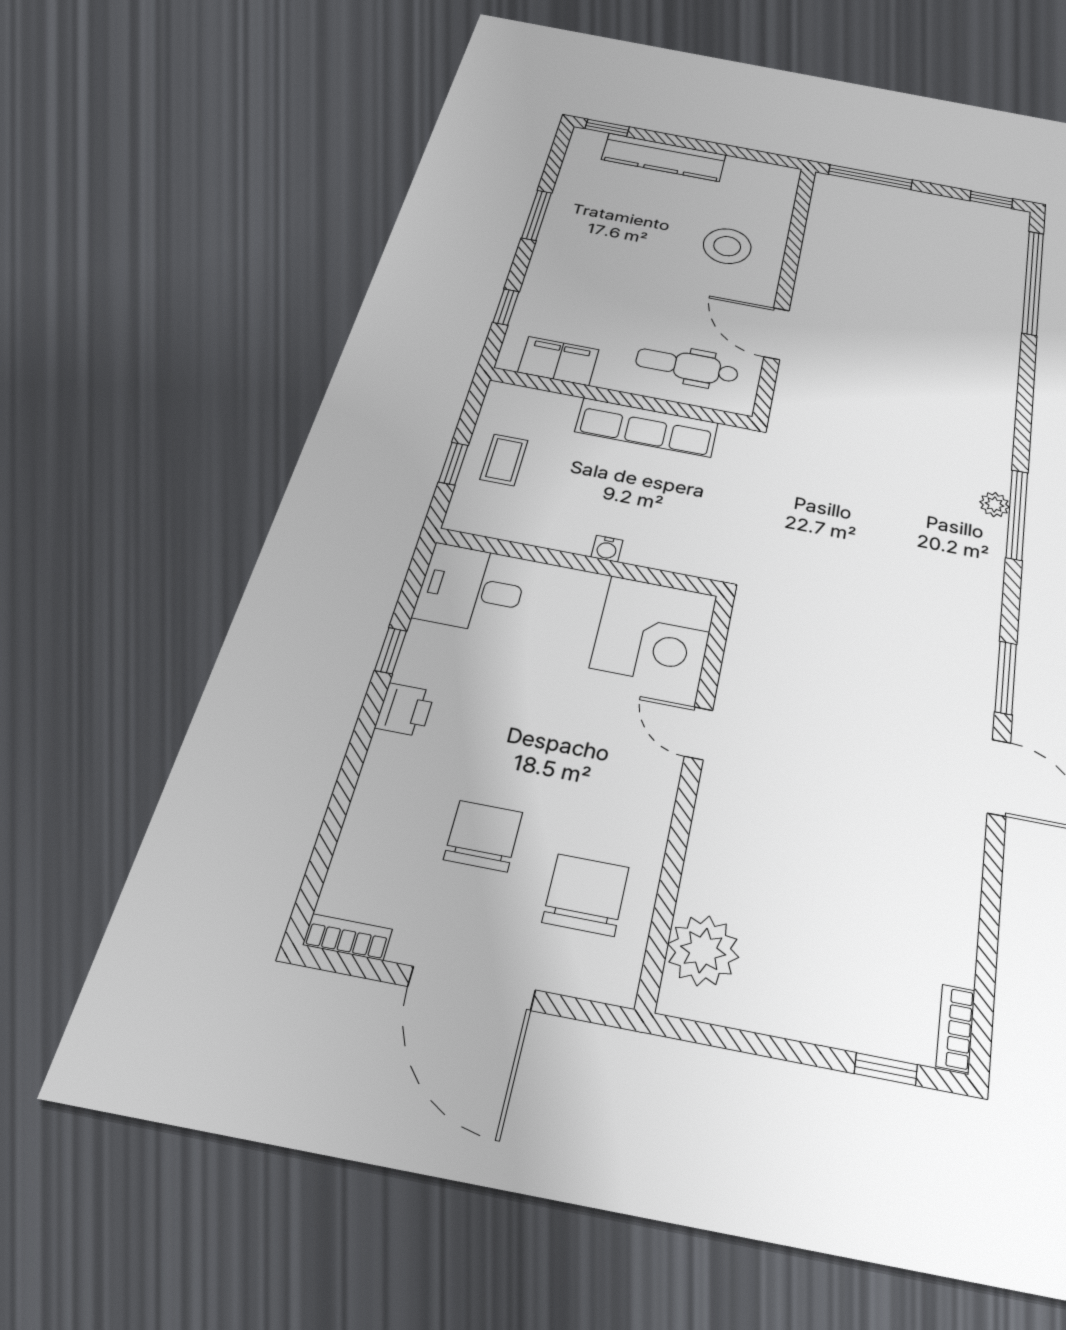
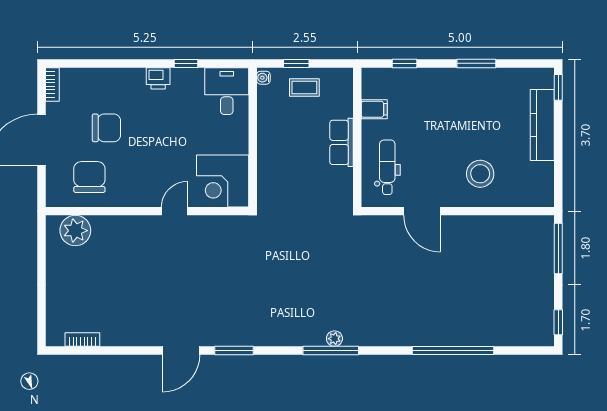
window: (1033, 282) -> (453, 351), moved
door: (777, 334) -> (422, 211), swing flipped
filing cabinet: (558, 361) -> (374, 109), width x0.50
row of seats: (647, 427) -> (342, 142), width x0.68
water cooler: (607, 549) -> (263, 78), moved
chair: (586, 895) -> (89, 177), turned -90
bookcase: (956, 1028) -> (82, 340), moved
window: (886, 1069) -> (41, 312), removed

